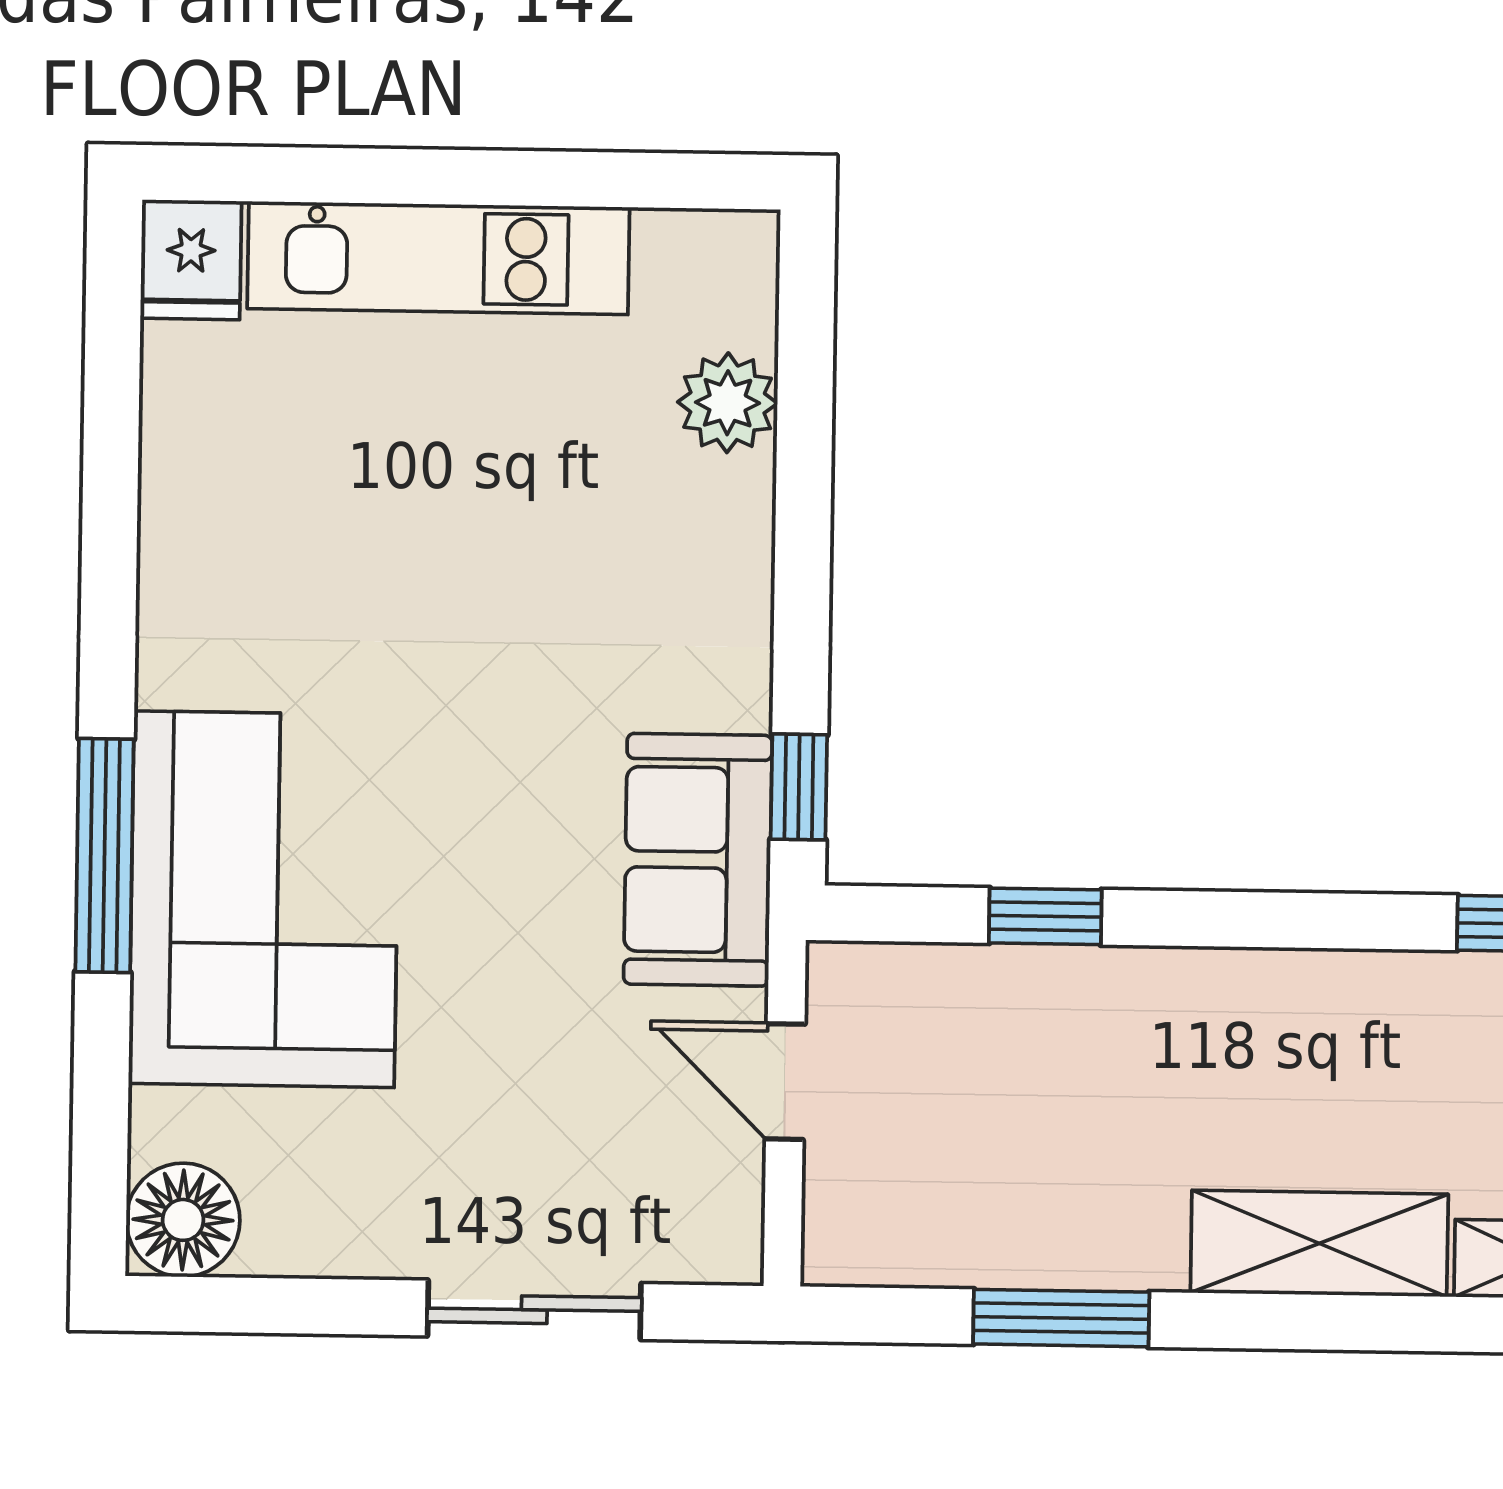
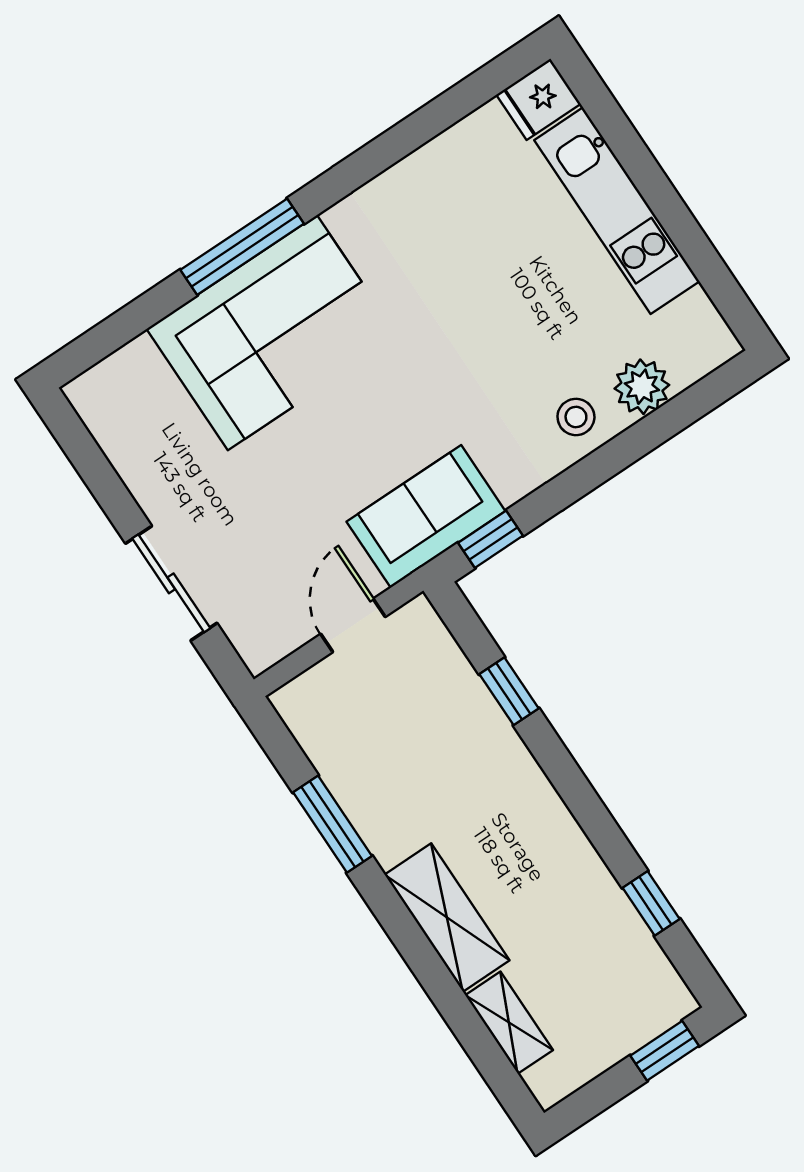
stool: (705, 533) -> (576, 417), added
floor lamp: (183, 1220) -> (102, 396), removed

